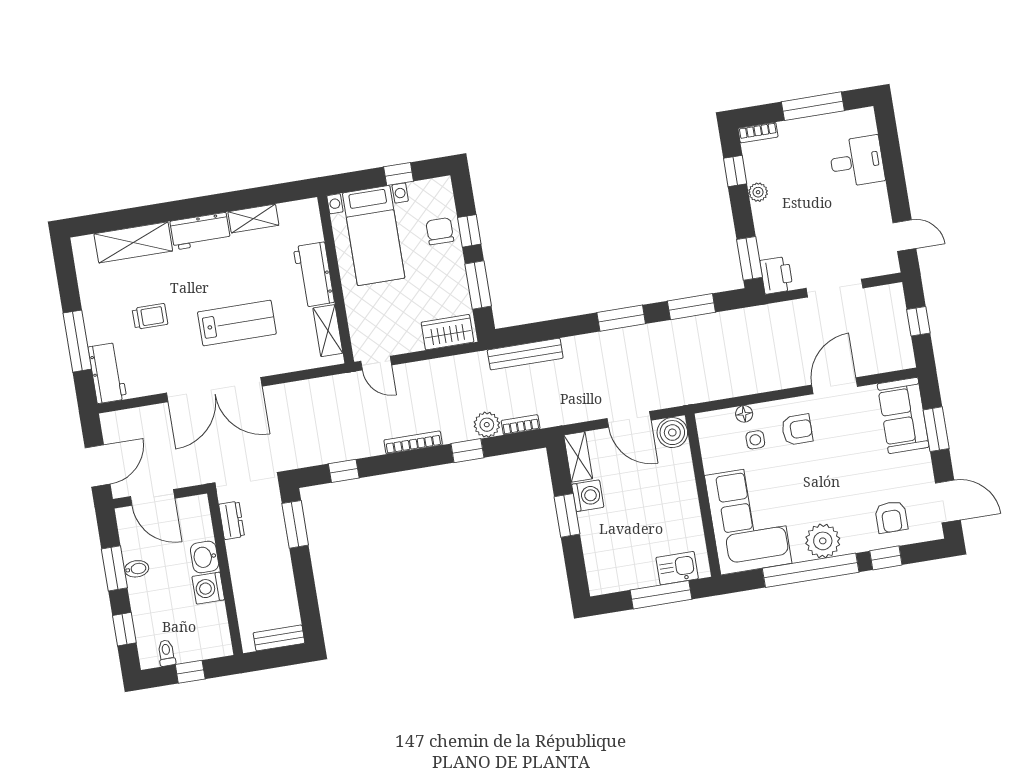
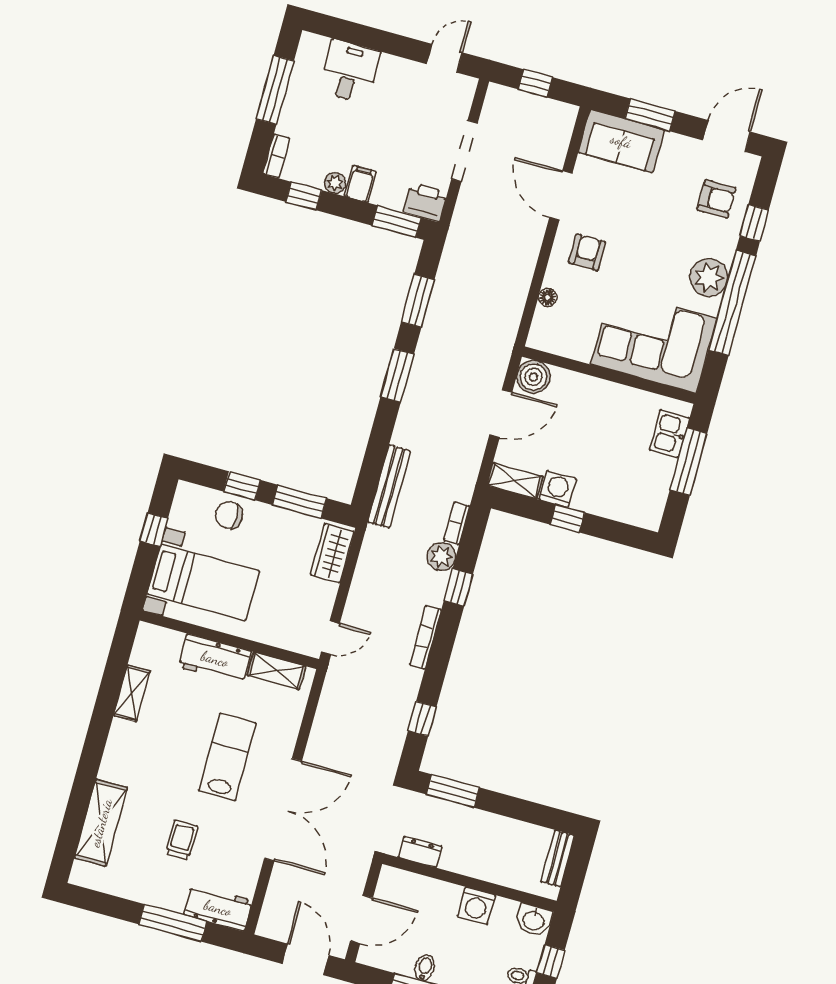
filing cabinet: (767, 214) -> (360, 184), added
workbench: (200, 231) -> (120, 751), removed
side table: (755, 440) -> (578, 298), removed
window: (567, 515) -> (567, 518), width x0.67
washbasin: (205, 557) -> (534, 920), moved

